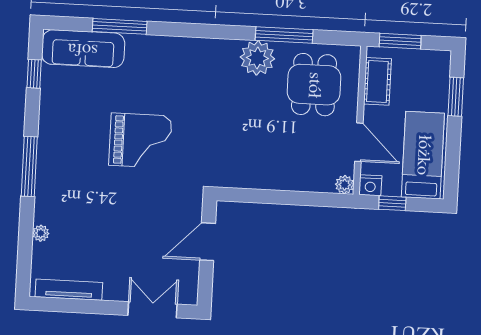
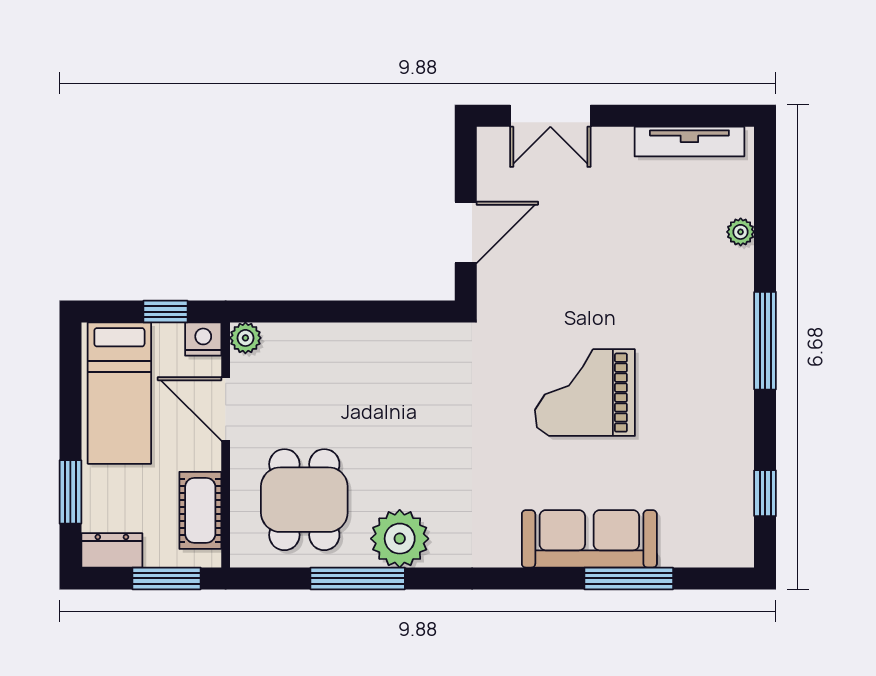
sofa: (83, 49) -> (589, 539), moved
dresser: (432, 60) -> (112, 550), added

